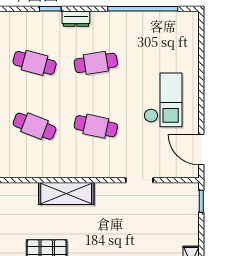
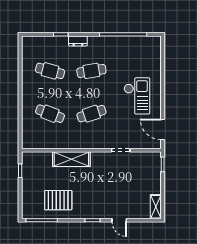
cafe table: (96, 126) -> (91, 114), turned -30

